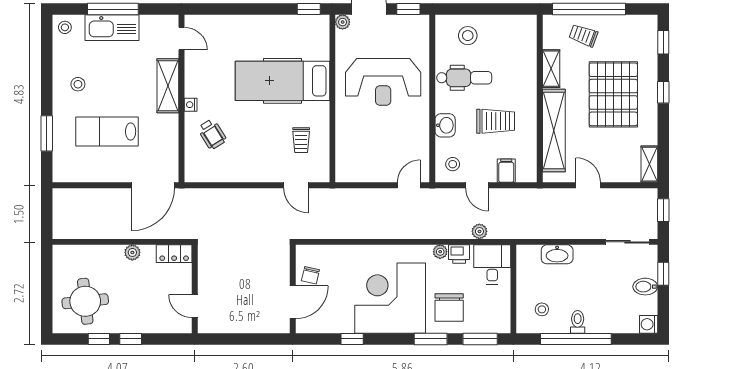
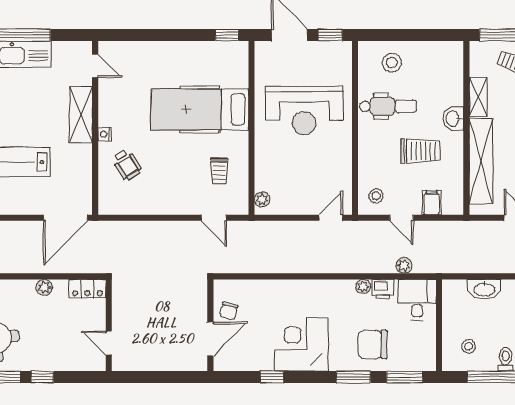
plant: (343, 22) -> (262, 199), moved
washbasin: (445, 125) -> (453, 119), moved, turned 180
corner desk: (390, 298) -> (302, 344), width x0.74, depth x0.74
chair: (449, 308) -> (373, 344), turned 90

